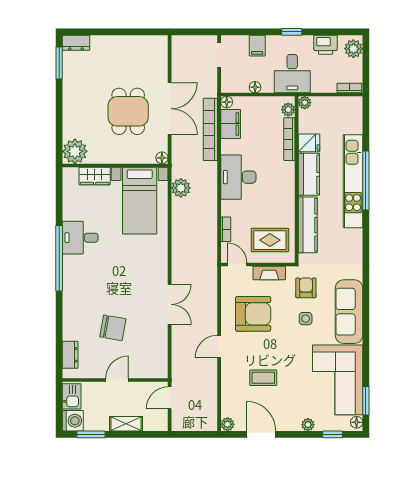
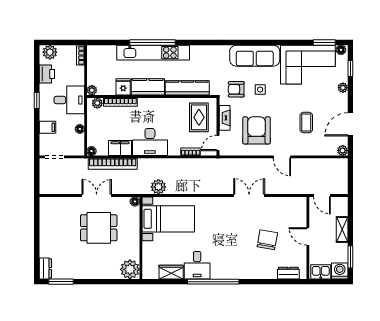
double door: (170, 109) -> (97, 195), width x0.73
filing cabinet: (231, 124) -> (120, 148), moved
wardrobe: (95, 176) -> (171, 272), moved, turned -90

